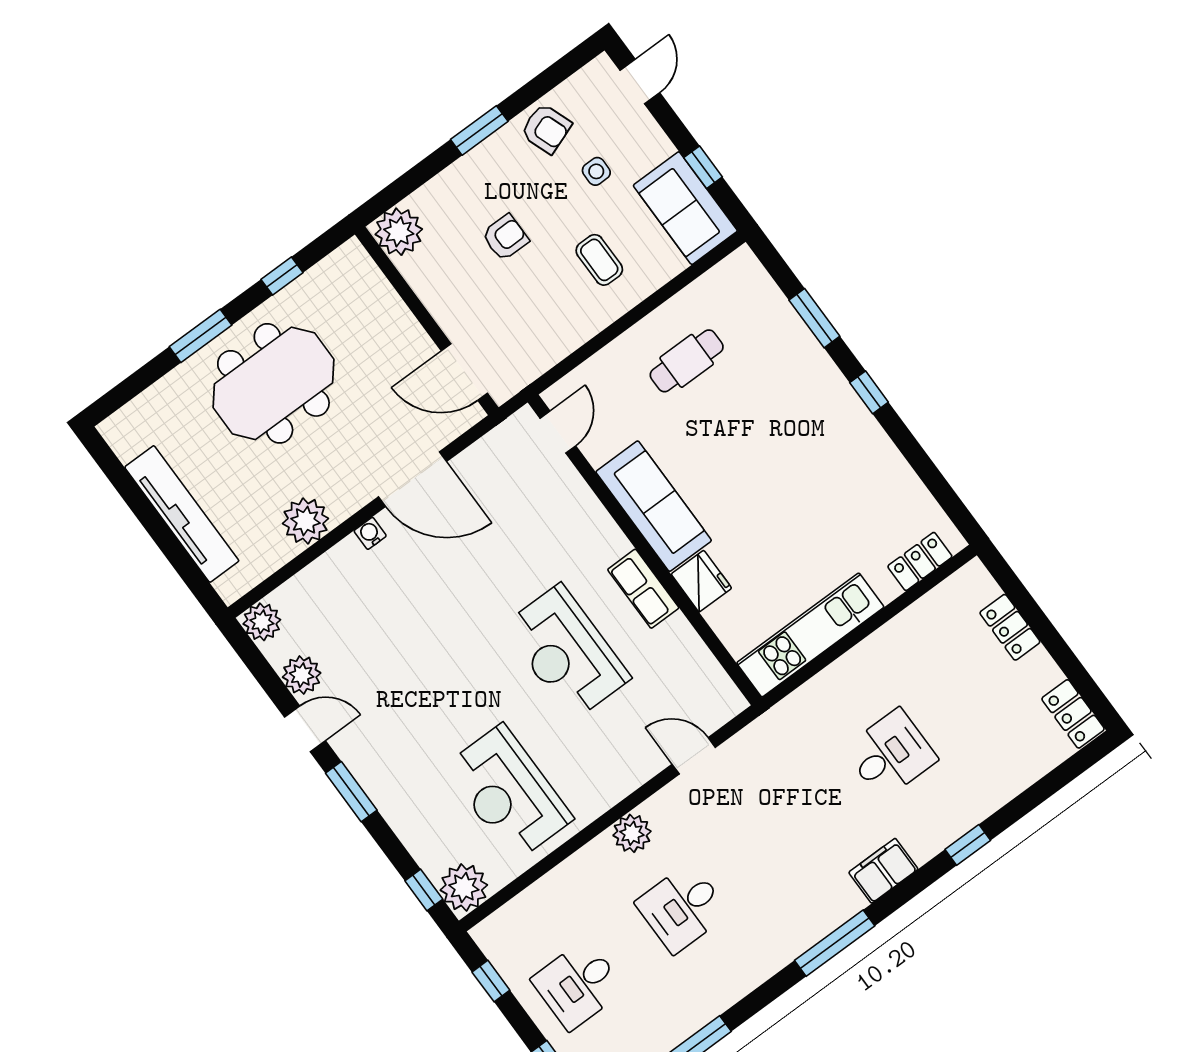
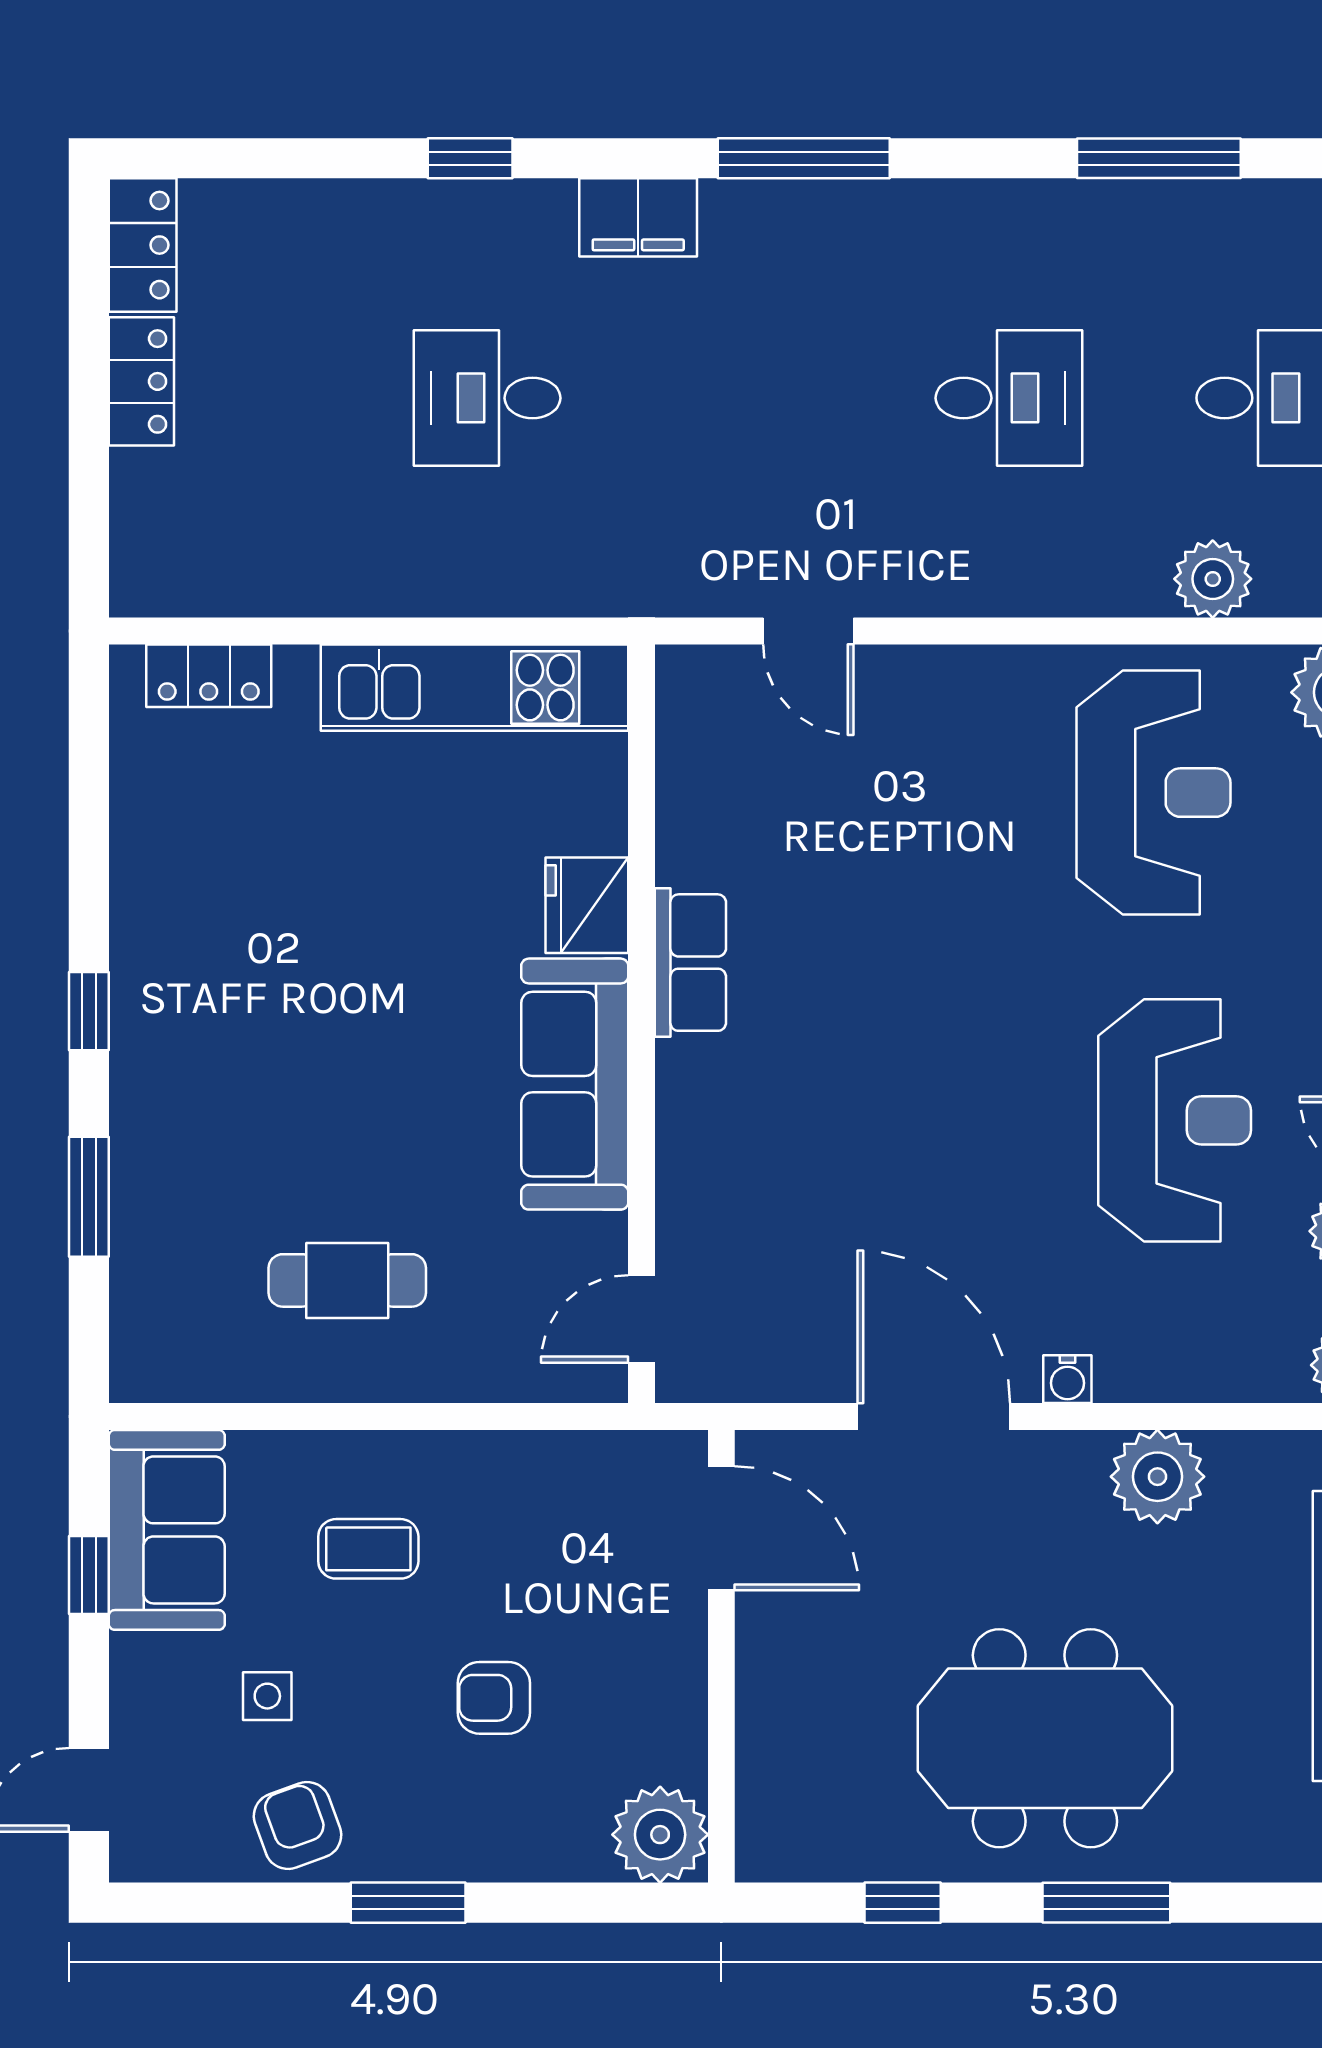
coffee table: (599, 260) -> (368, 1549), turned 90
locker: (1010, 627) -> (141, 381), moved
reception desk: (566, 652) -> (1175, 1120), moved
plant: (632, 833) -> (1213, 579), moved

